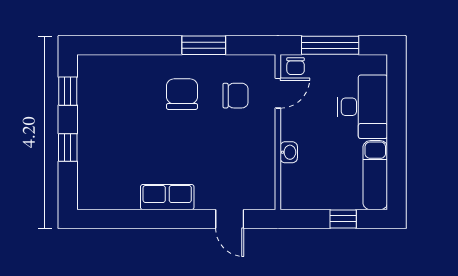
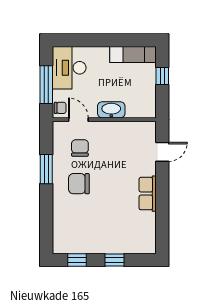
desk: (362, 107) -> (69, 68), moved, turned -90
washbasin: (289, 152) -> (111, 110), width x1.91, depth x1.45

